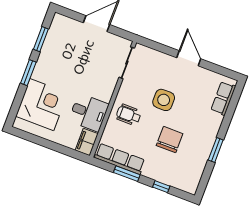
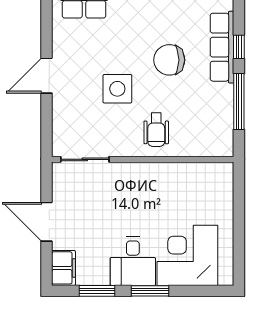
desk: (89, 113) -> (133, 261), moved, turned 180
filing cabinet: (87, 142) -> (63, 268), moved, turned -90
row of seats: (120, 159) -> (222, 47), moved
window: (127, 174) -> (239, 102), width x1.44

